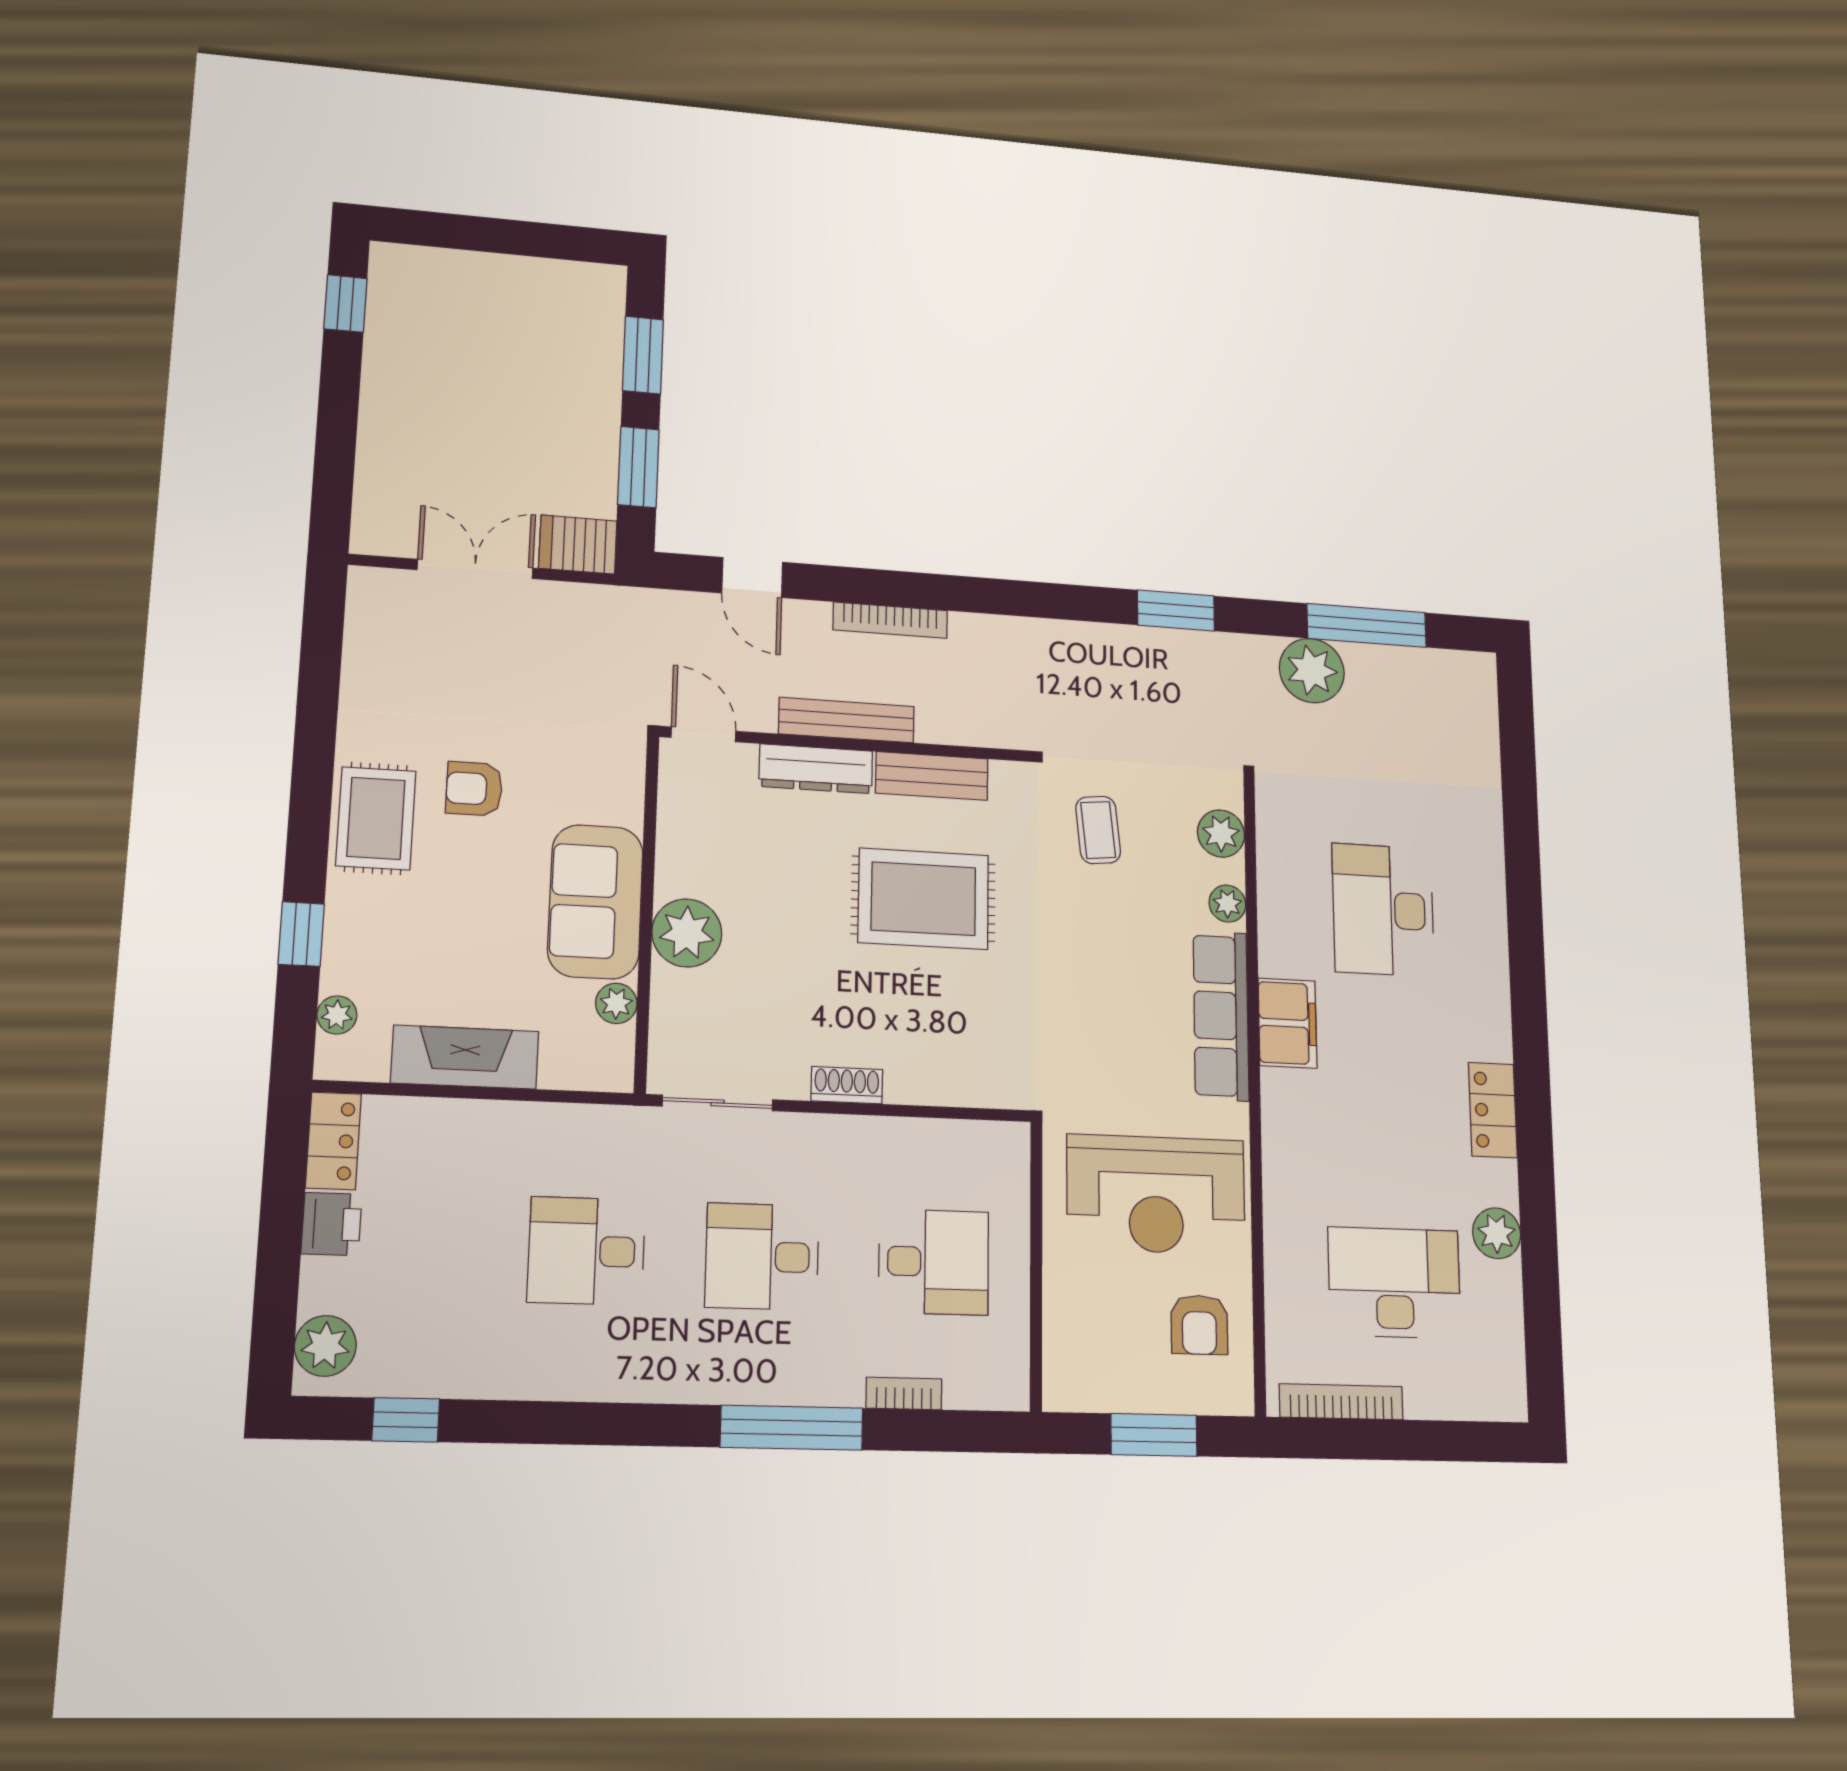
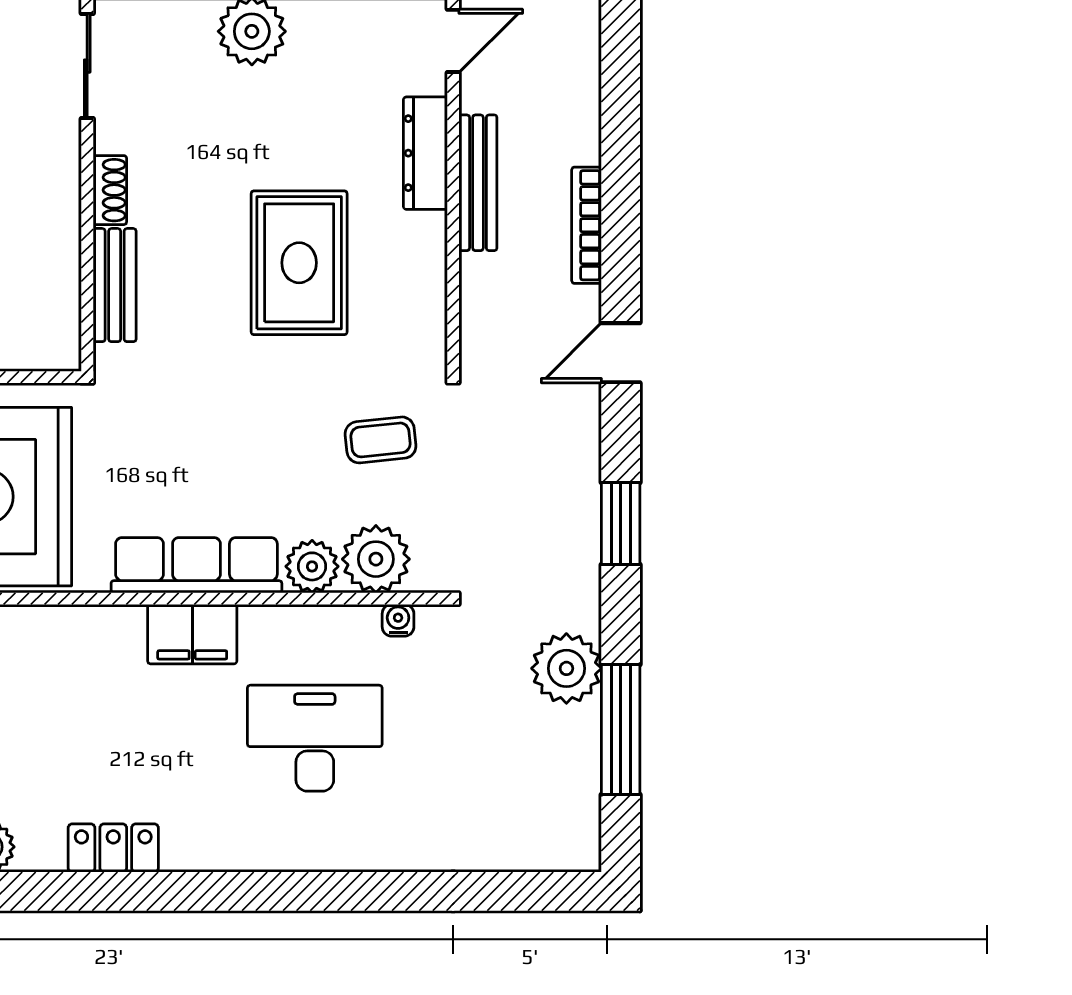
door: (752, 578) -> (621, 353), moved
bench: (932, 776) -> (115, 285), moved
water cooler: (1270, 824) -> (398, 620), added
plant: (1221, 834) -> (376, 559), width x1.36, depth x1.36
plant: (1227, 904) -> (312, 566), width x1.38, depth x1.38

